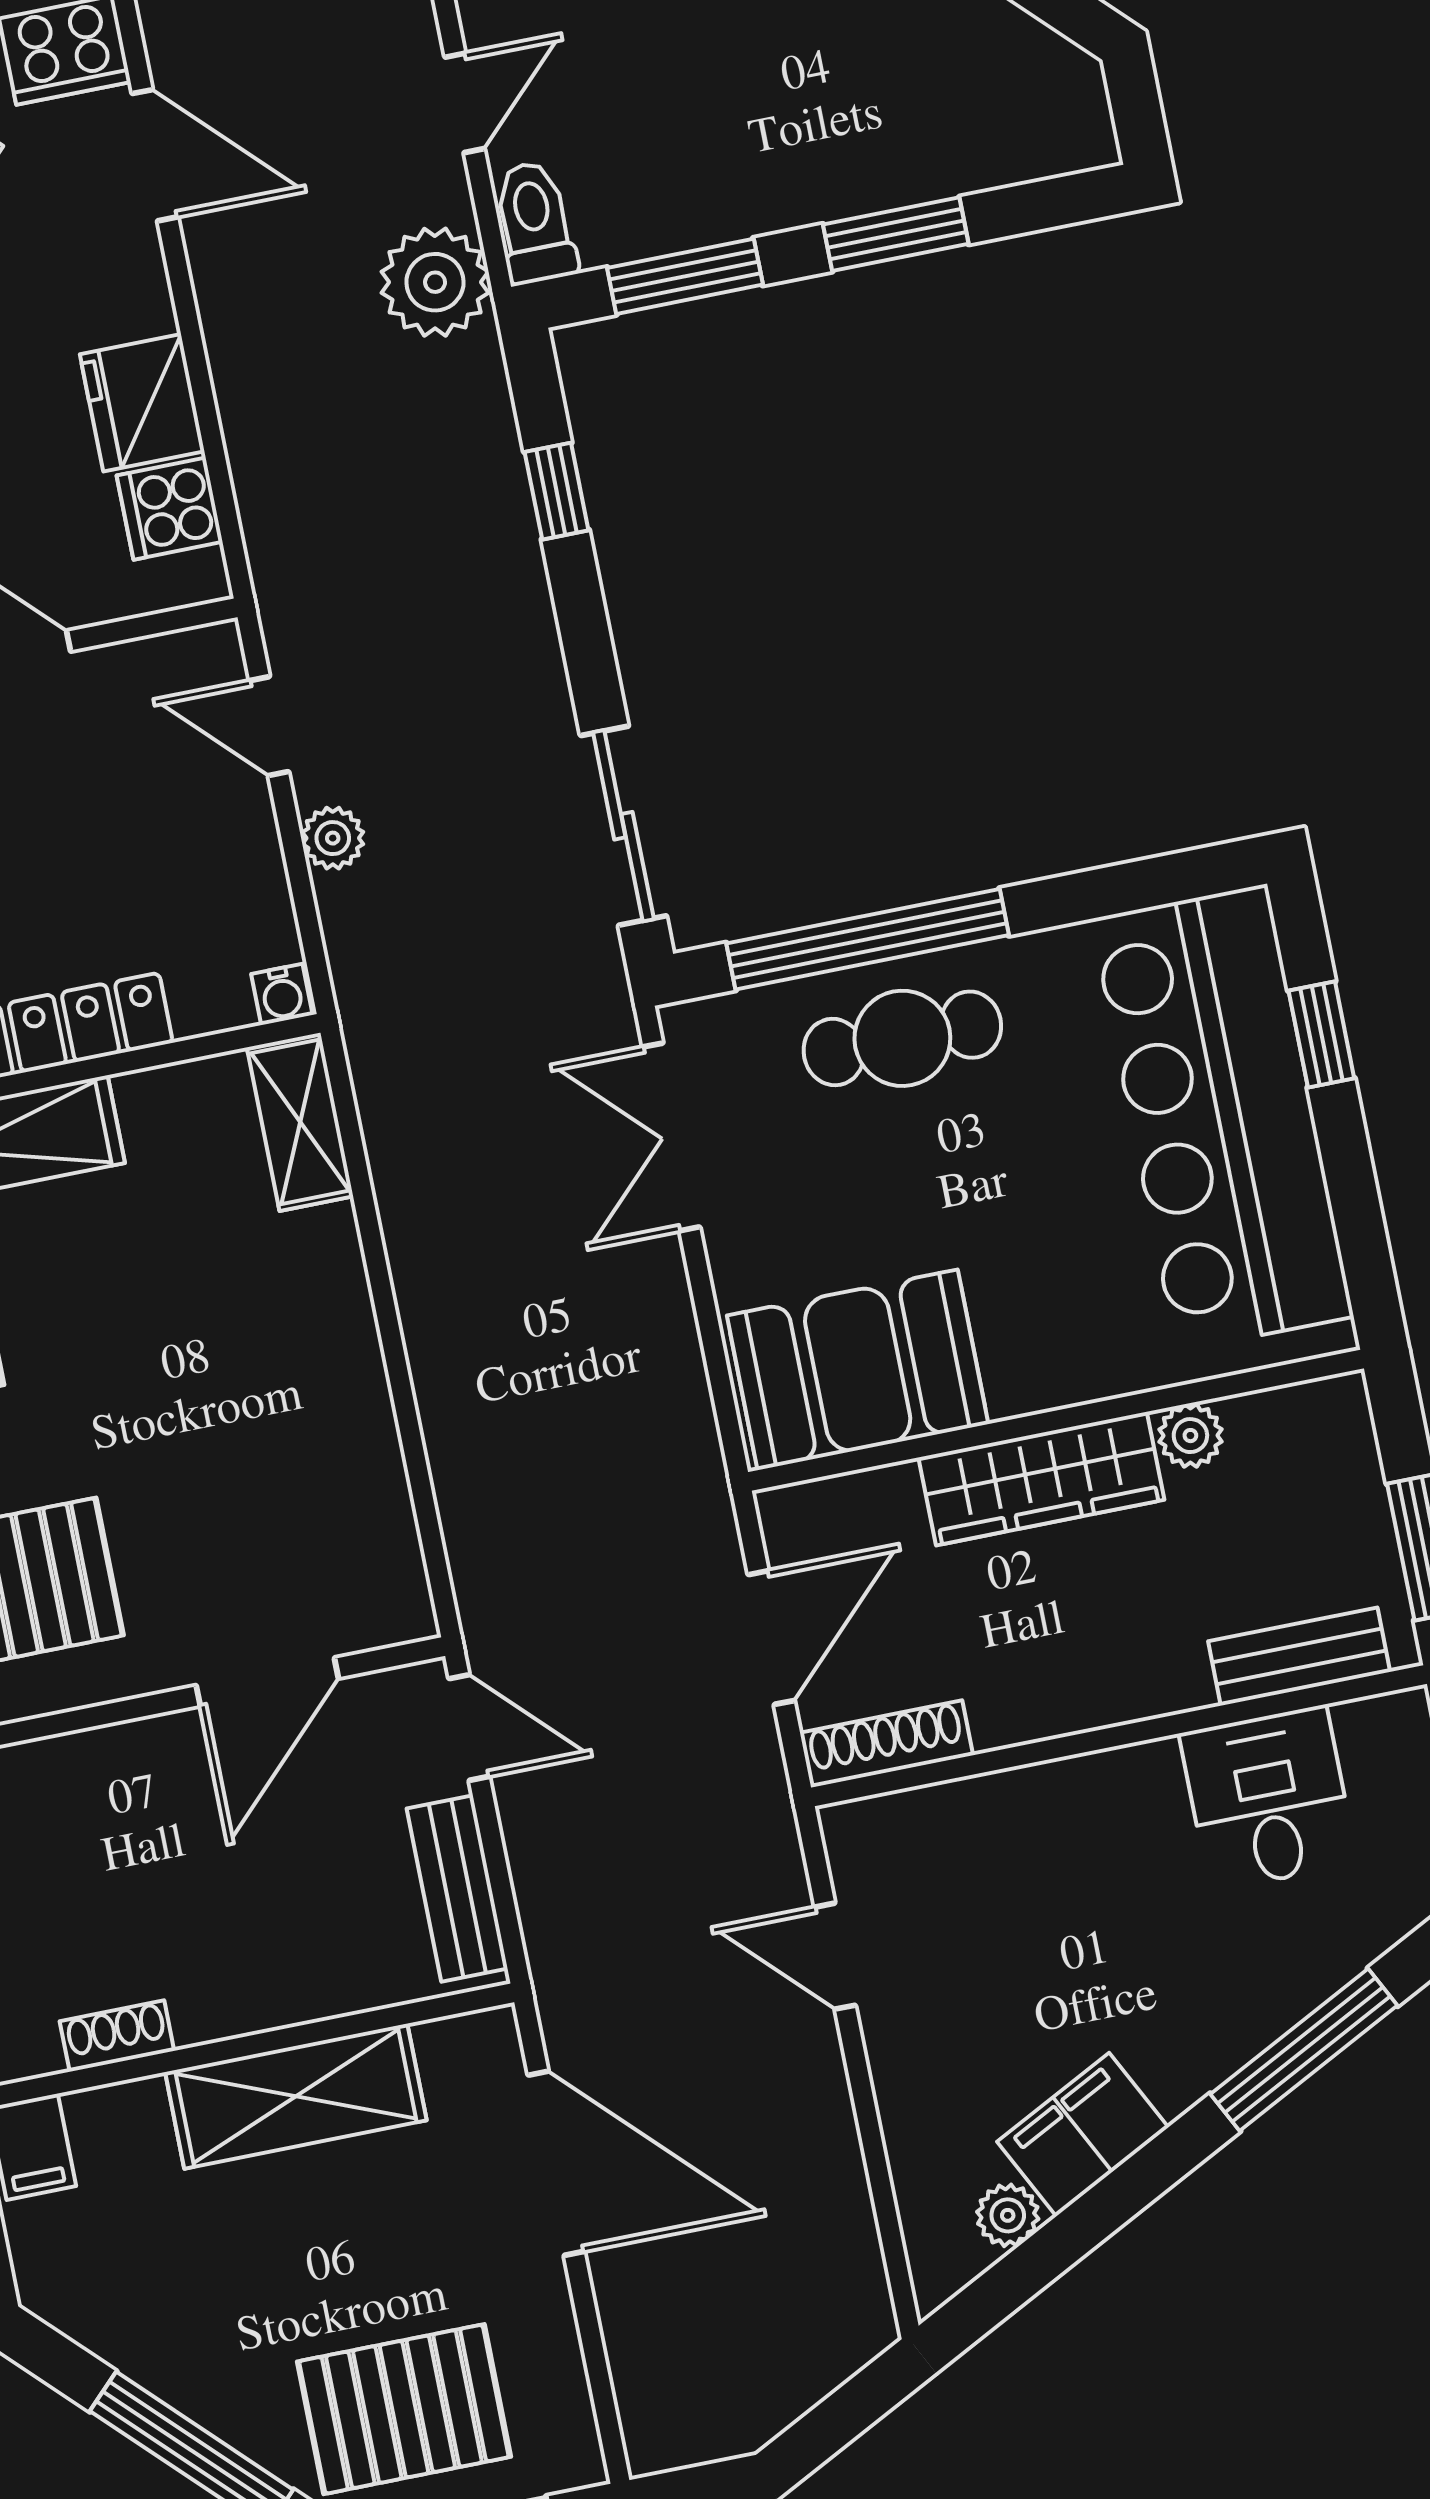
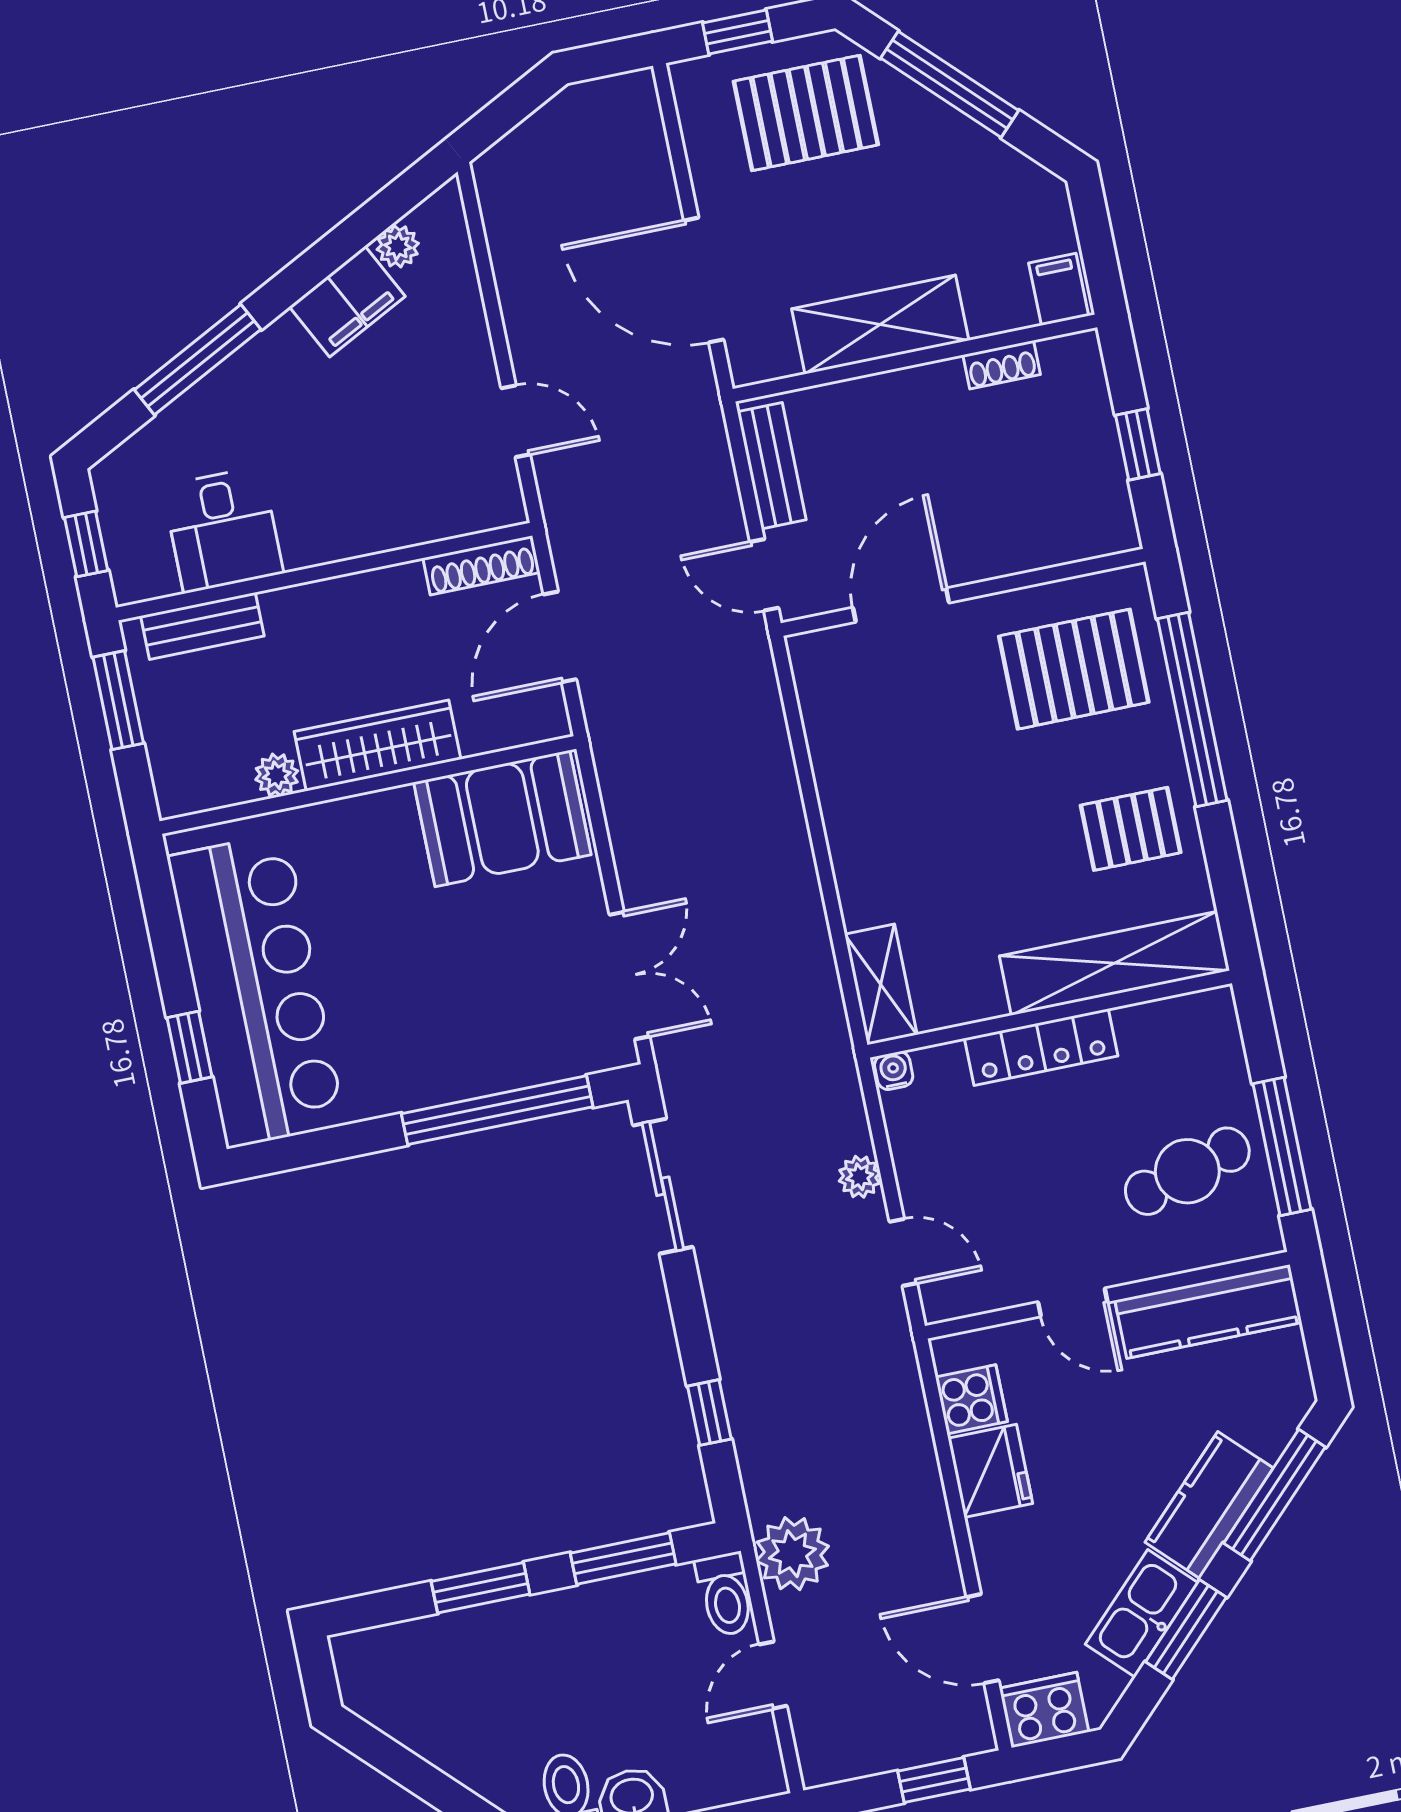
cafe table: (902, 1038) -> (473, 1043), removed

